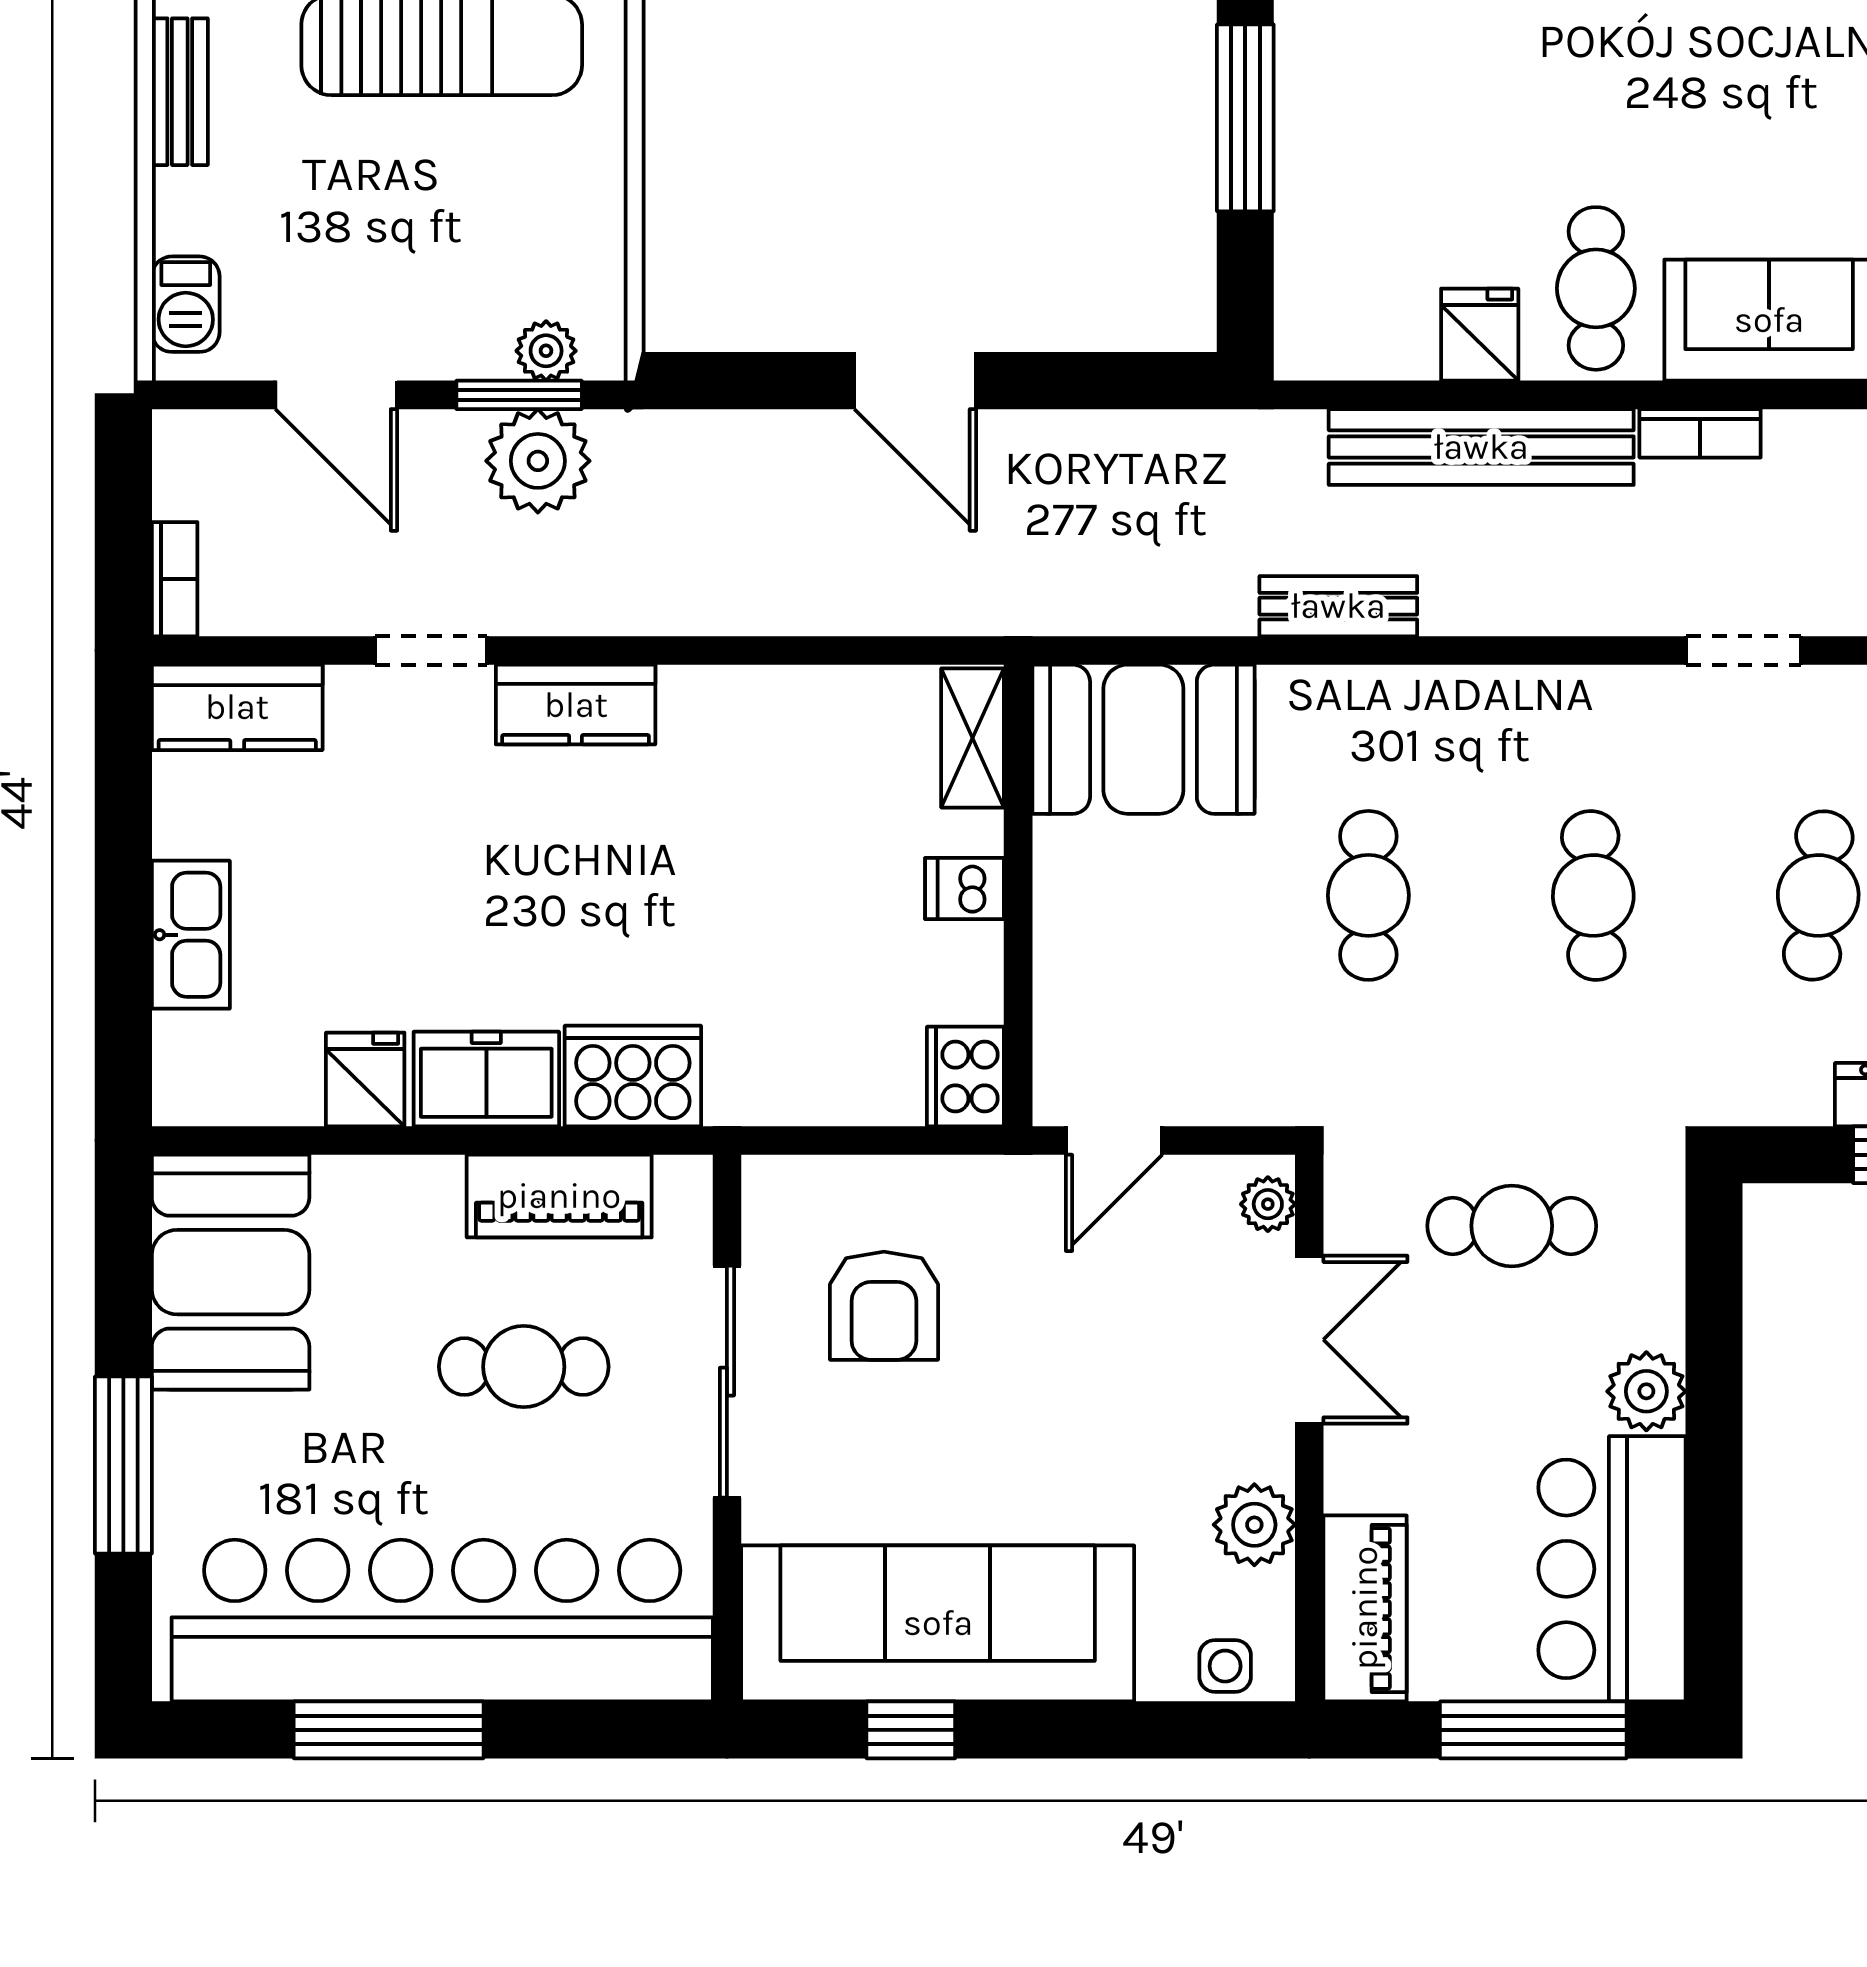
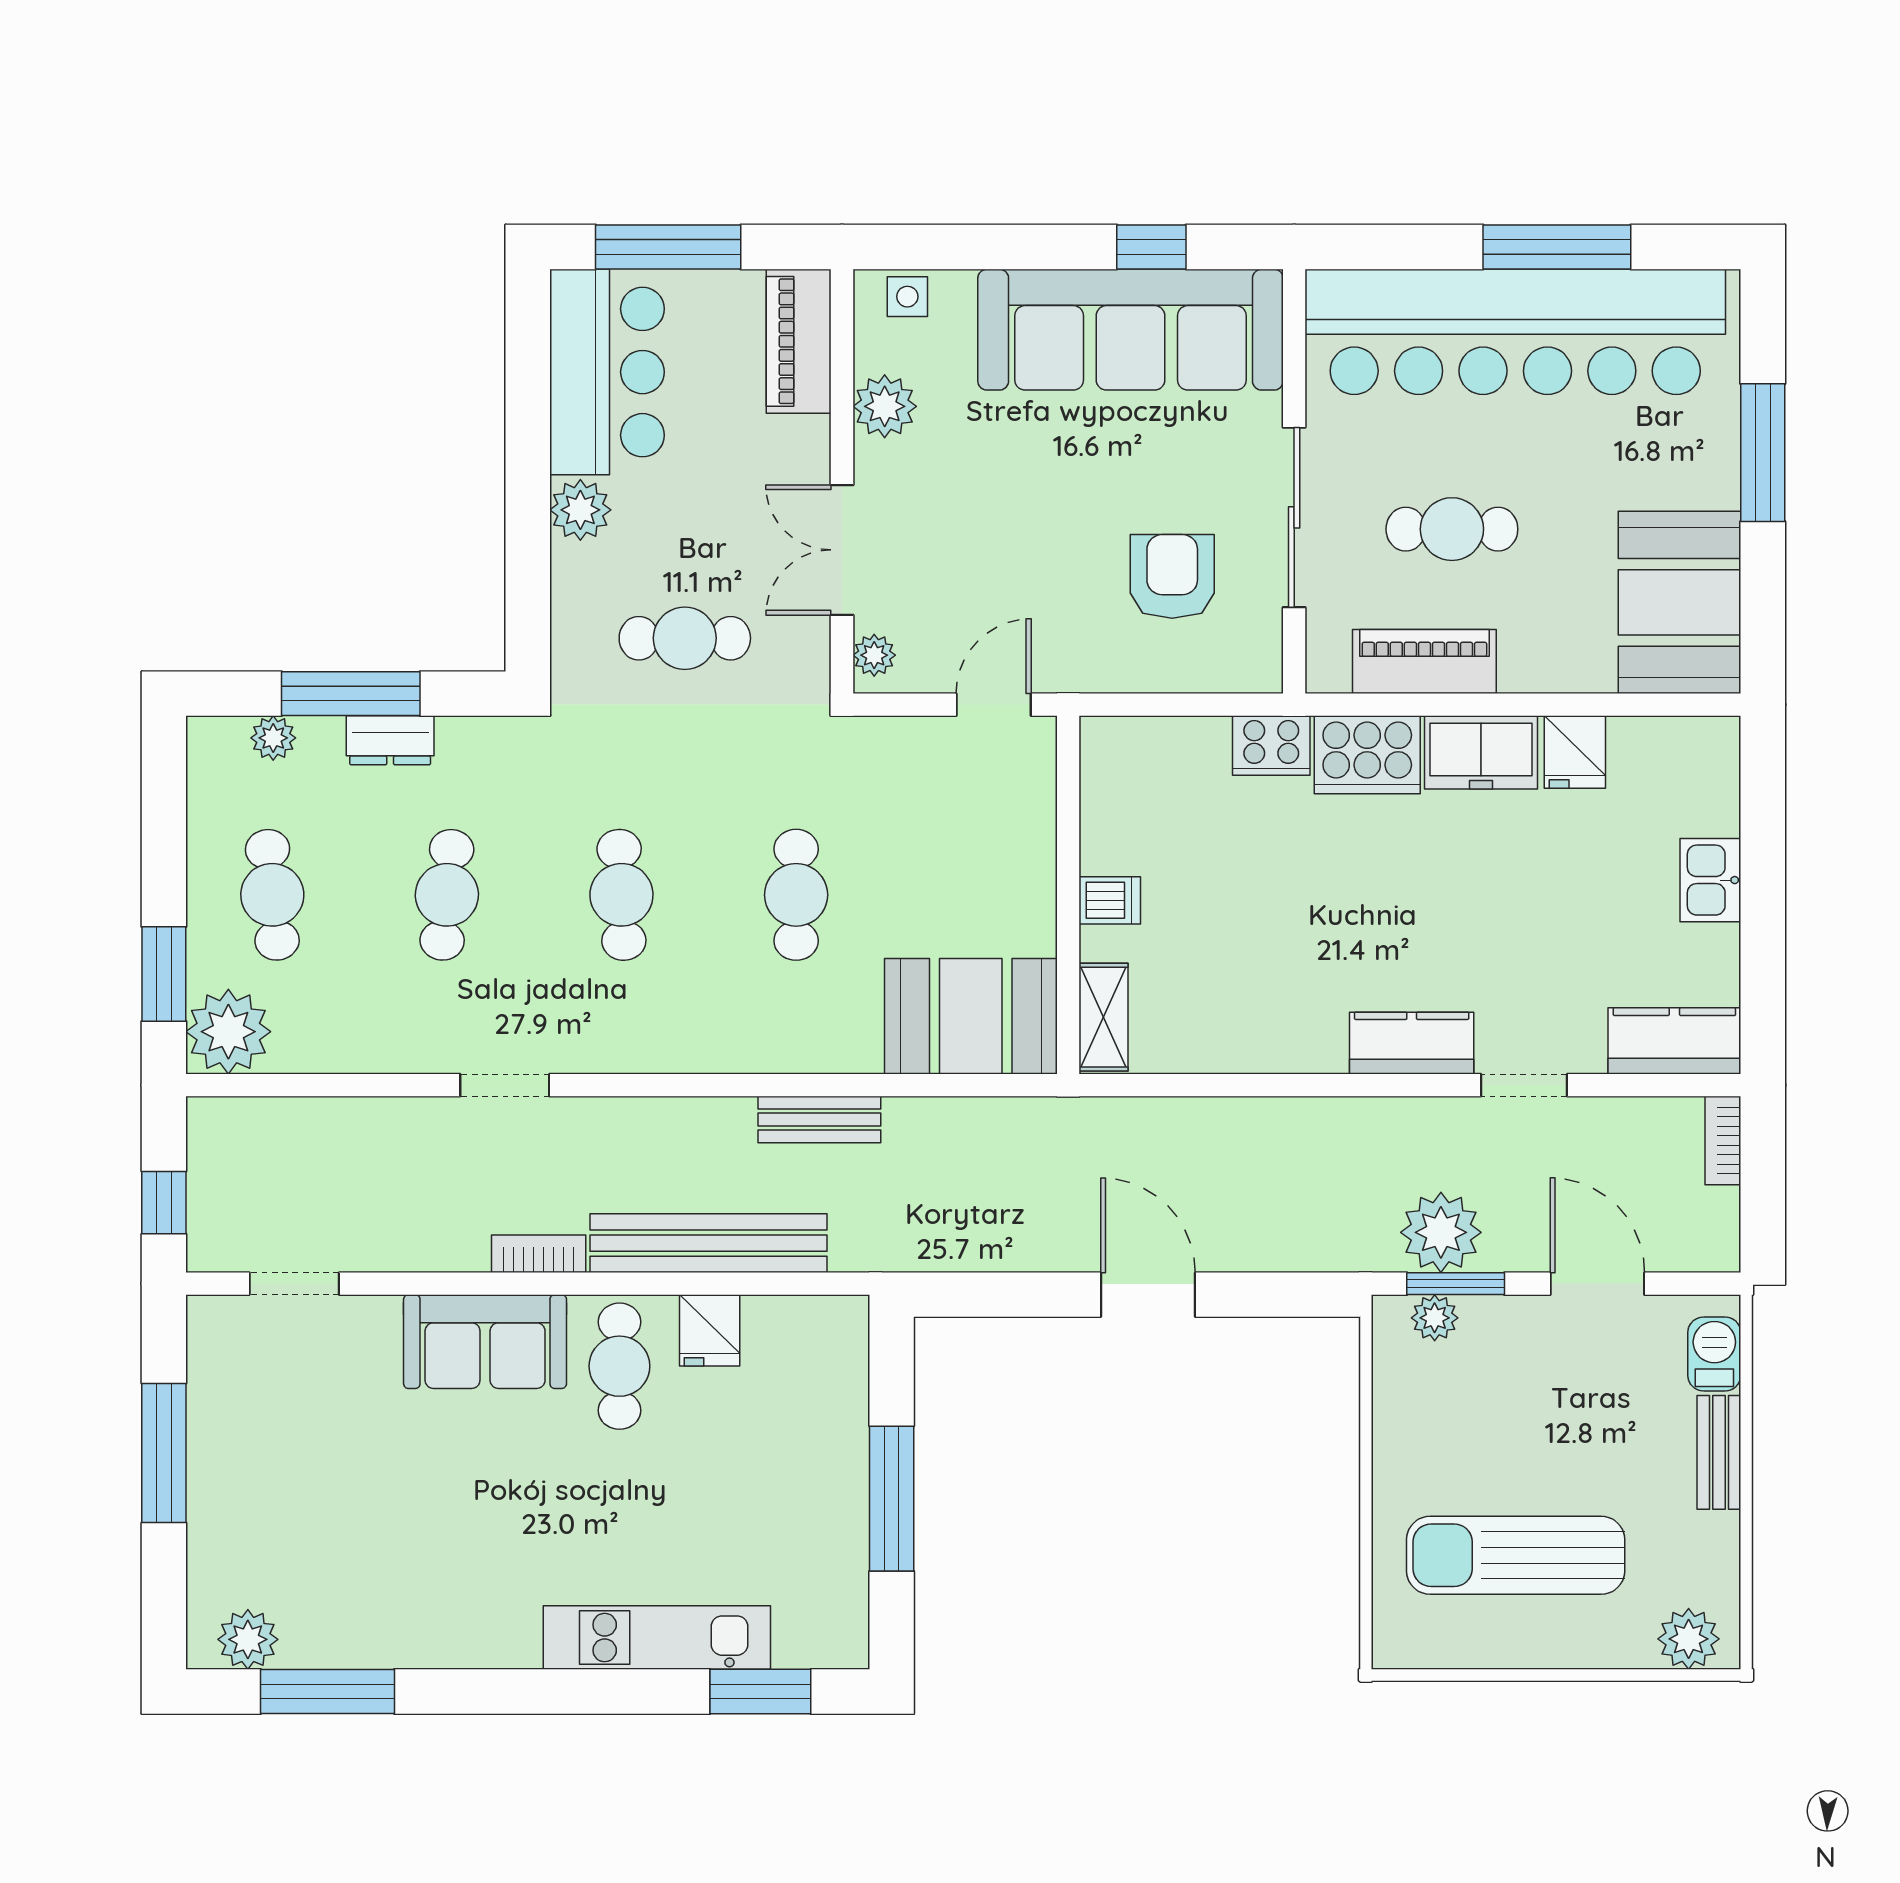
bench: (180, 92) -> (1719, 1452), moved
kitchen sink: (191, 935) -> (1710, 880), width x0.73
cooker: (965, 1076) -> (1271, 746), moved, turned 90

